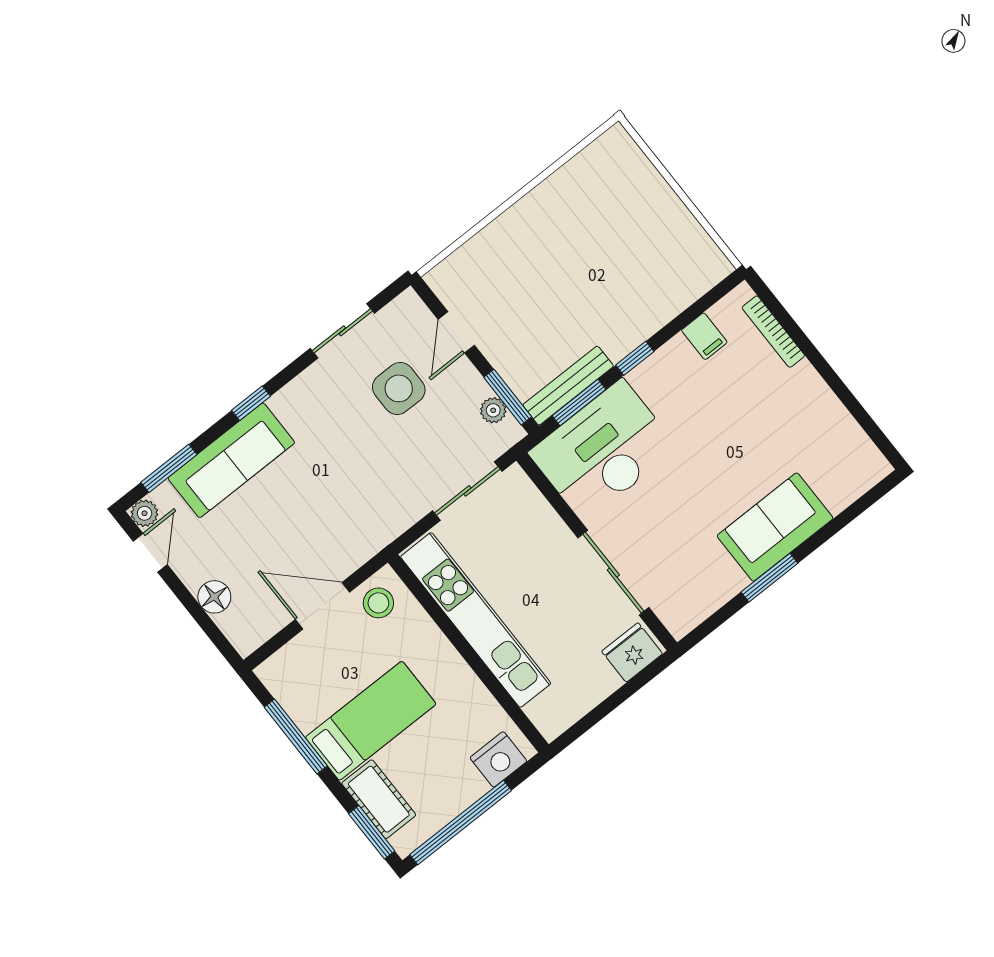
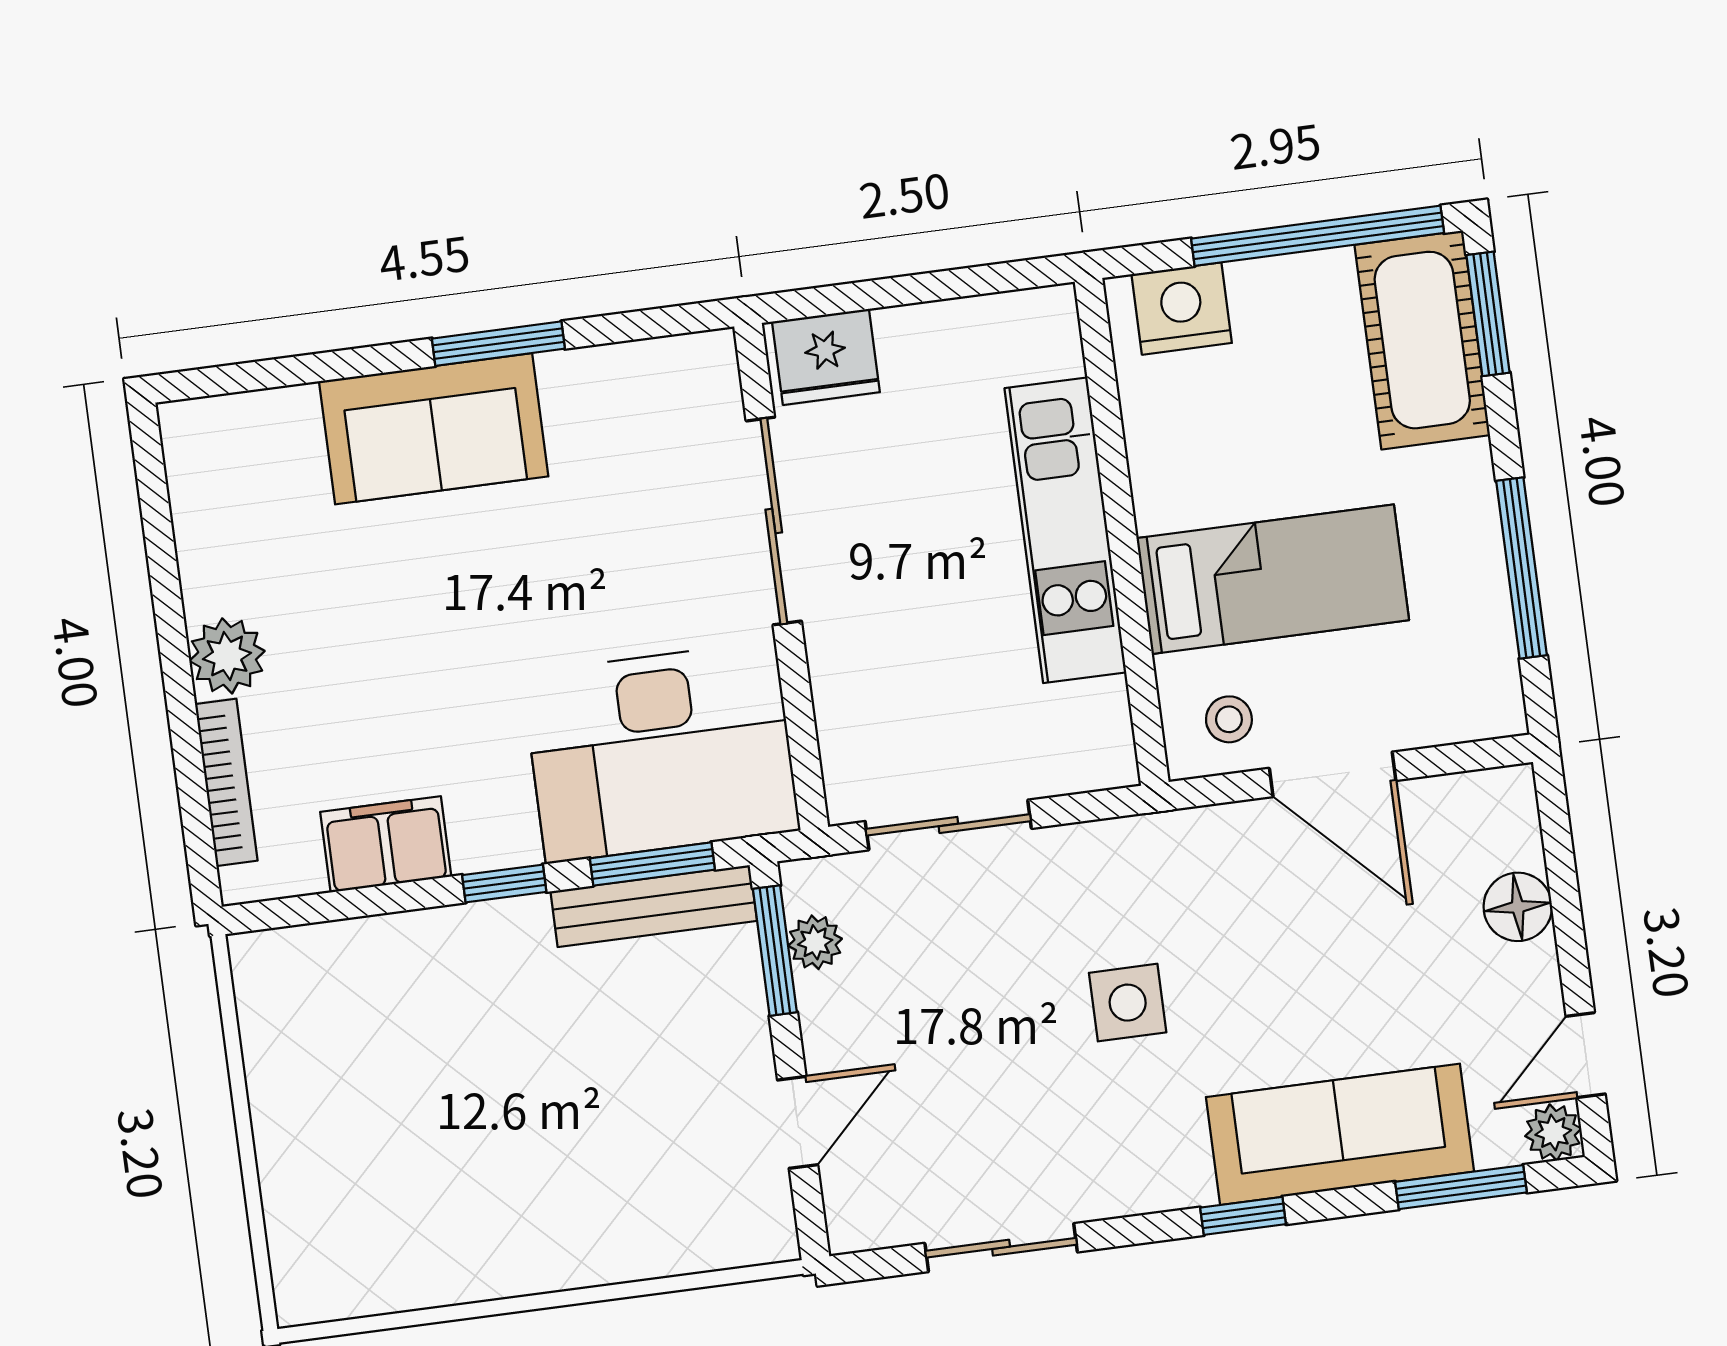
filing cabinet: (704, 336) -> (386, 844), width x2.00
plant: (804, 383) -> (227, 656), added
side table: (399, 388) -> (1128, 1003), moved, width x0.73, depth x0.73
stool: (378, 603) -> (1229, 719), width x0.73, depth x0.73
kitchen unit: (476, 620) -> (1065, 530), width x0.73
bed: (371, 721) -> (1273, 579), moved, turned 180
cot: (379, 799) -> (1422, 340), width x1.37, depth x1.34

